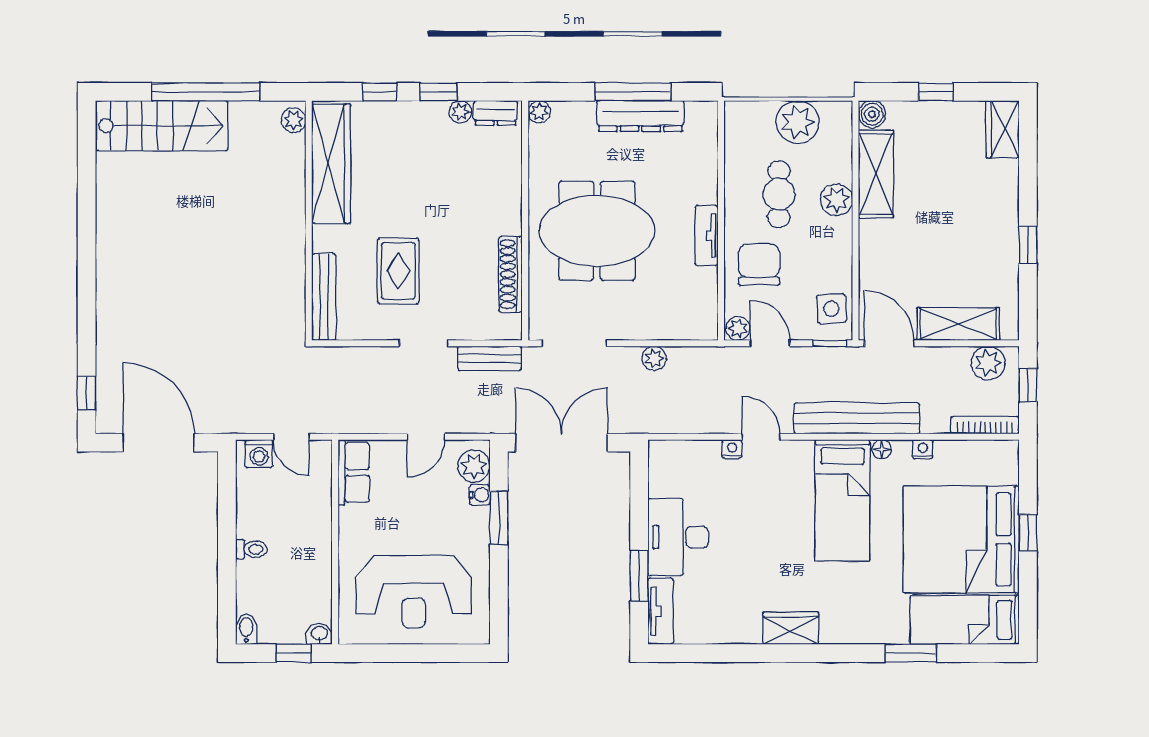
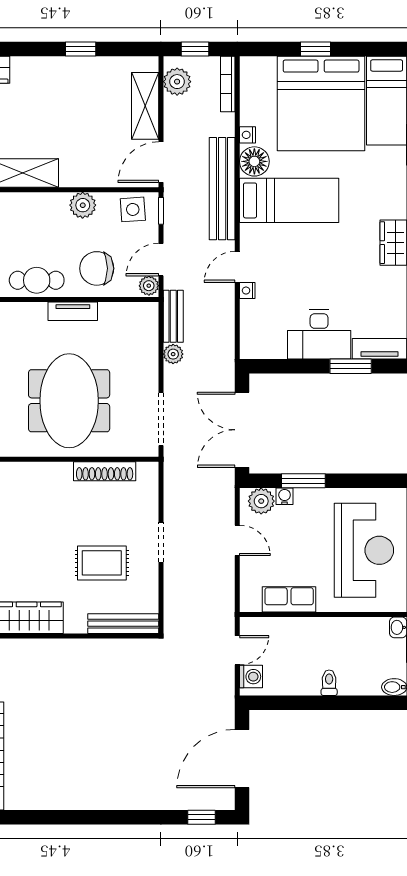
cafe table: (779, 194) -> (37, 280), moved
plant: (837, 200) -> (83, 205), moved
bench: (490, 358) -> (173, 316), moved
floor lamp: (882, 449) -> (254, 161), width x1.89, depth x1.89
row of seats: (354, 472) -> (289, 599), moved

